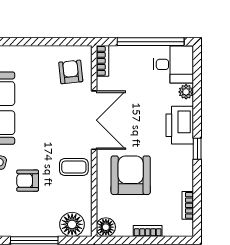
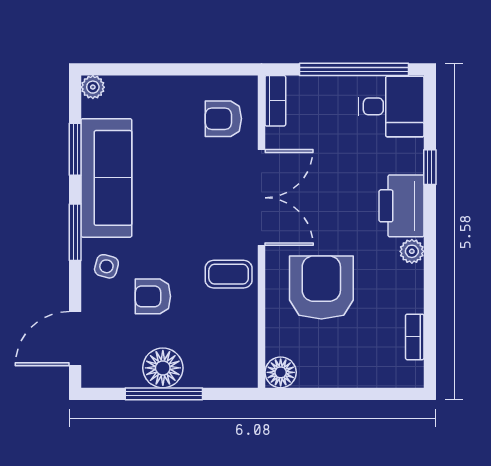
armchair: (71, 72) -> (223, 119), turned -84
plant: (186, 92) -> (412, 251), moved
window: (197, 149) -> (430, 167), moved
floor lamp: (72, 224) -> (163, 368), moved
bookcase: (148, 231) -> (349, 379), removed

